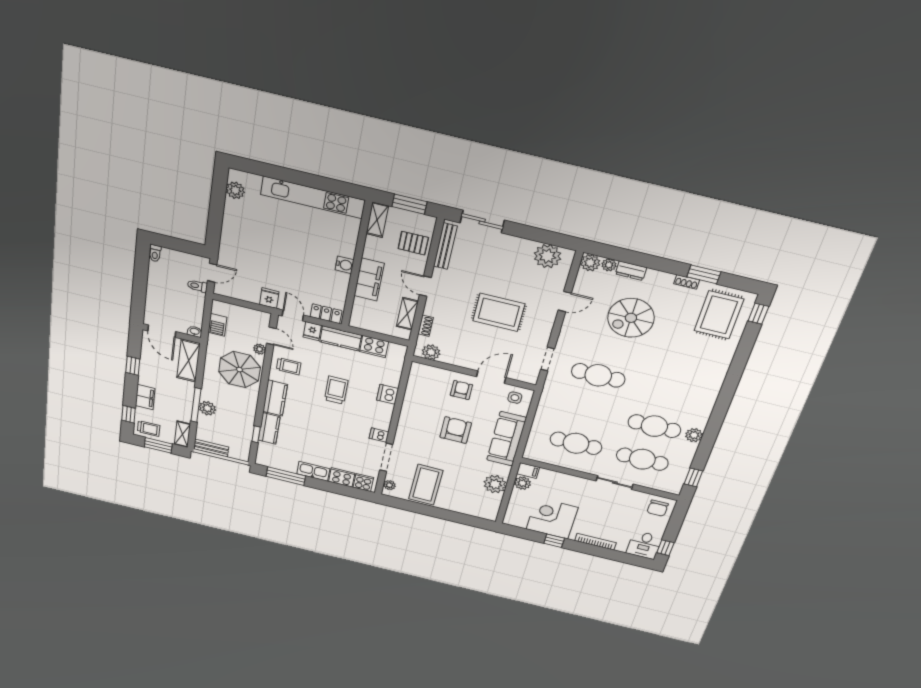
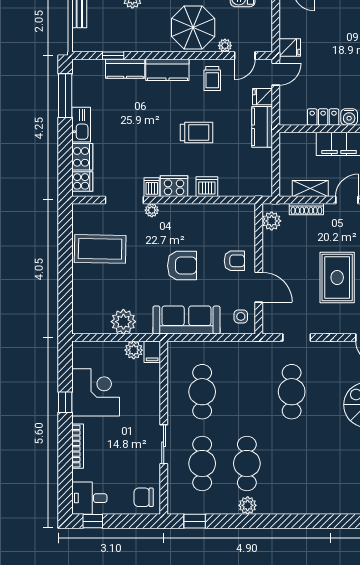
locker: (326, 314) -> (323, 117), moved, turned -90
shoe rack: (425, 326) -> (306, 209), width x1.43
cooker: (374, 347) -> (174, 186), moved, turned 90
plant: (389, 485) -> (152, 210), moved

